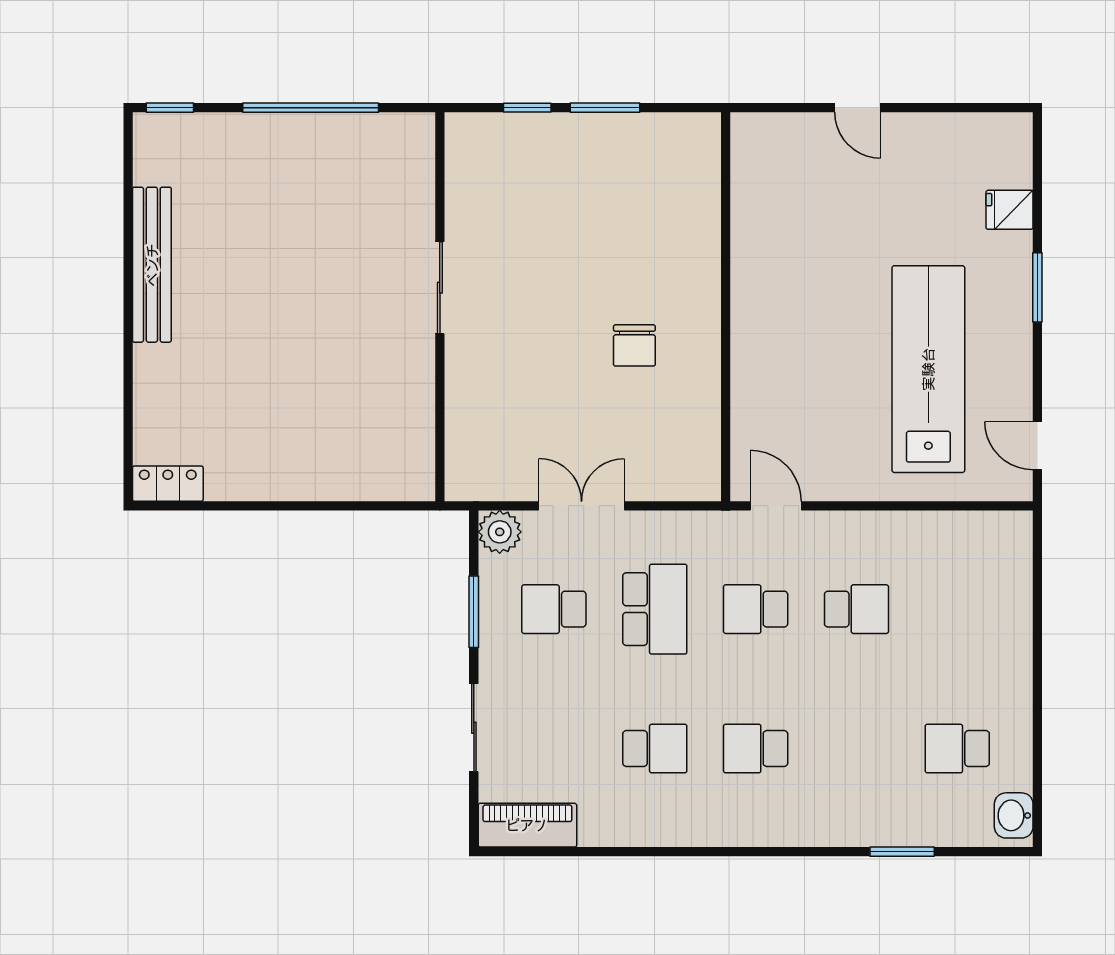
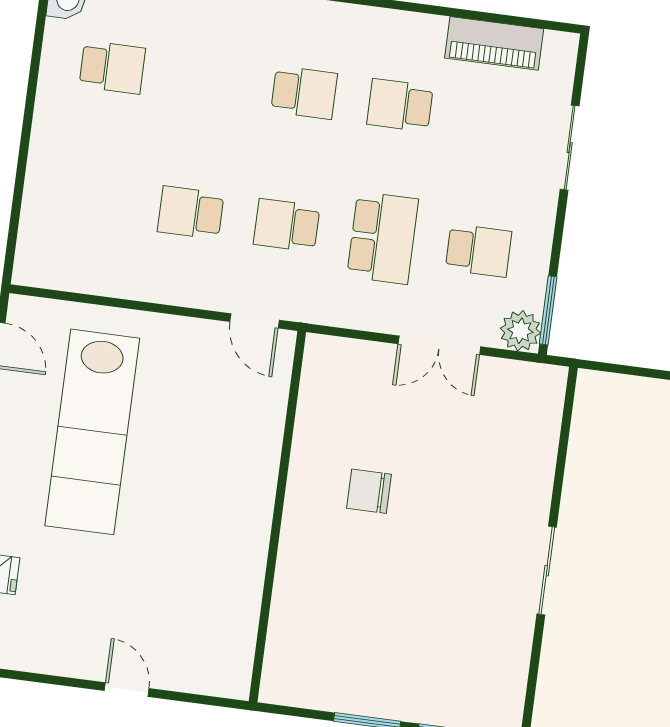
chair: (634, 345) -> (369, 491), turned -90
school desk: (655, 609) -> (383, 238), turned 180
school desk: (756, 609) -> (287, 225), turned 180
window: (474, 612) -> (548, 310), moved
piano: (527, 825) -> (494, 43), moved

